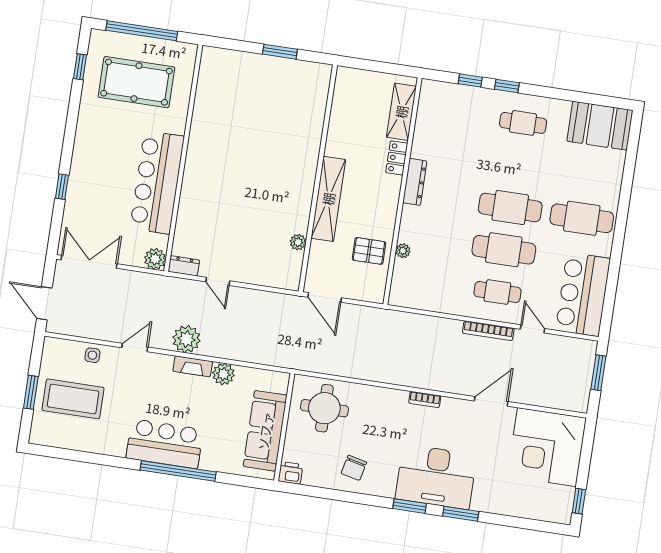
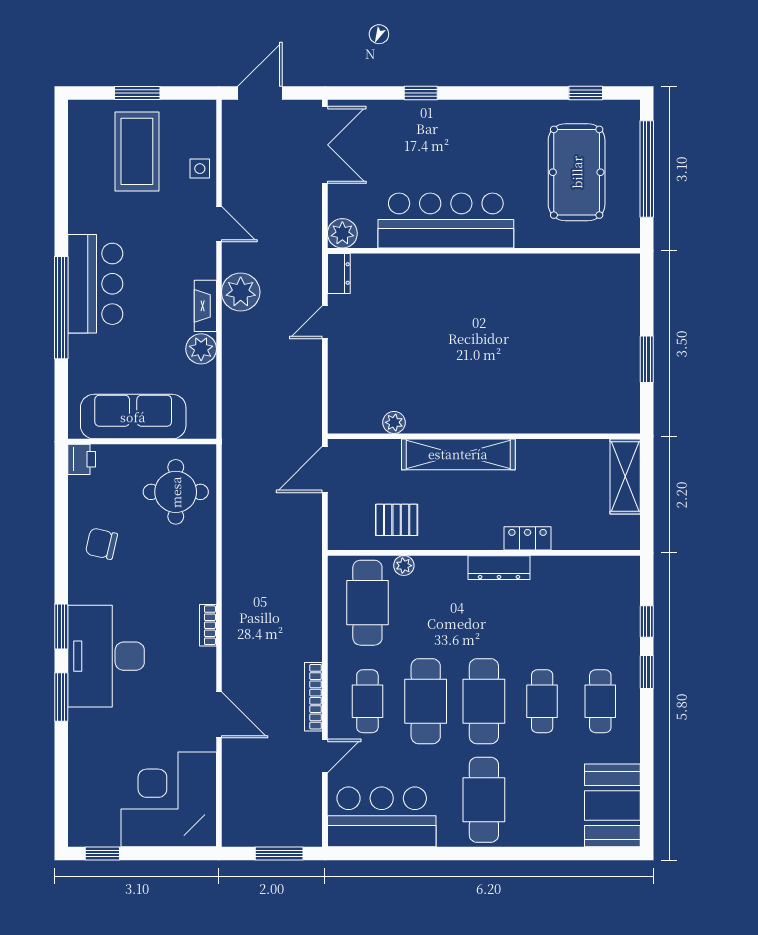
shelving: (401, 112) -> (625, 477), moved, turned 90
cafe table: (517, 165) -> (542, 701), added
pallet: (369, 251) -> (397, 520), turned 90
cafe table: (426, 281) -> (367, 603), added

